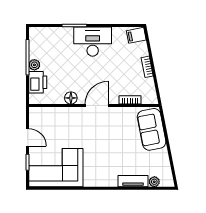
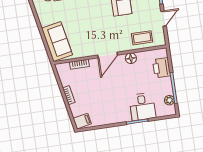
desk: (93, 42) -> (142, 107), moved, width x0.73
plant: (34, 65) -> (169, 100), moved
coffee table: (55, 119) -> (142, 38), added
door: (27, 137) -> (163, 19), swing flipped

